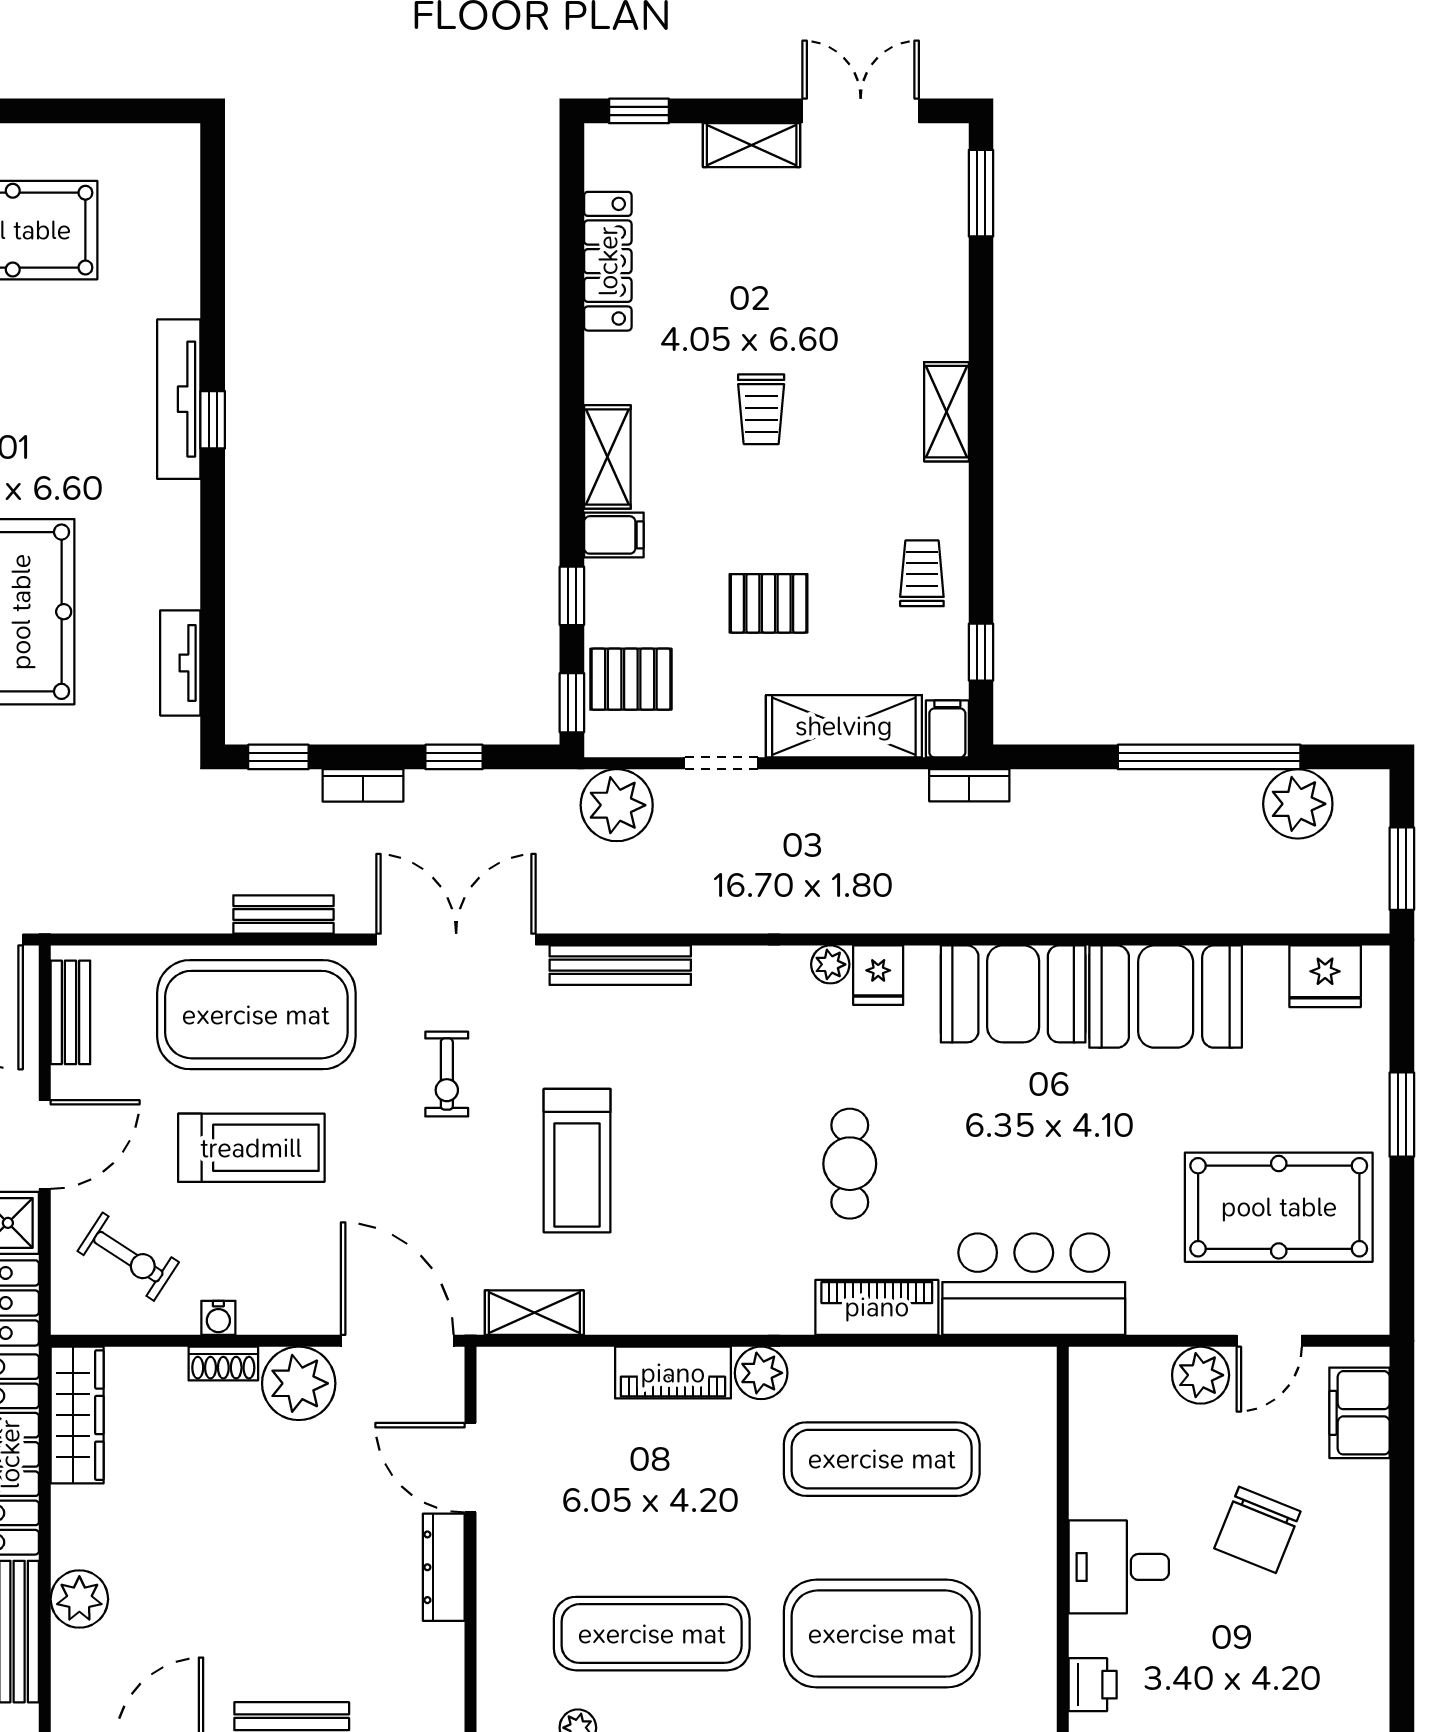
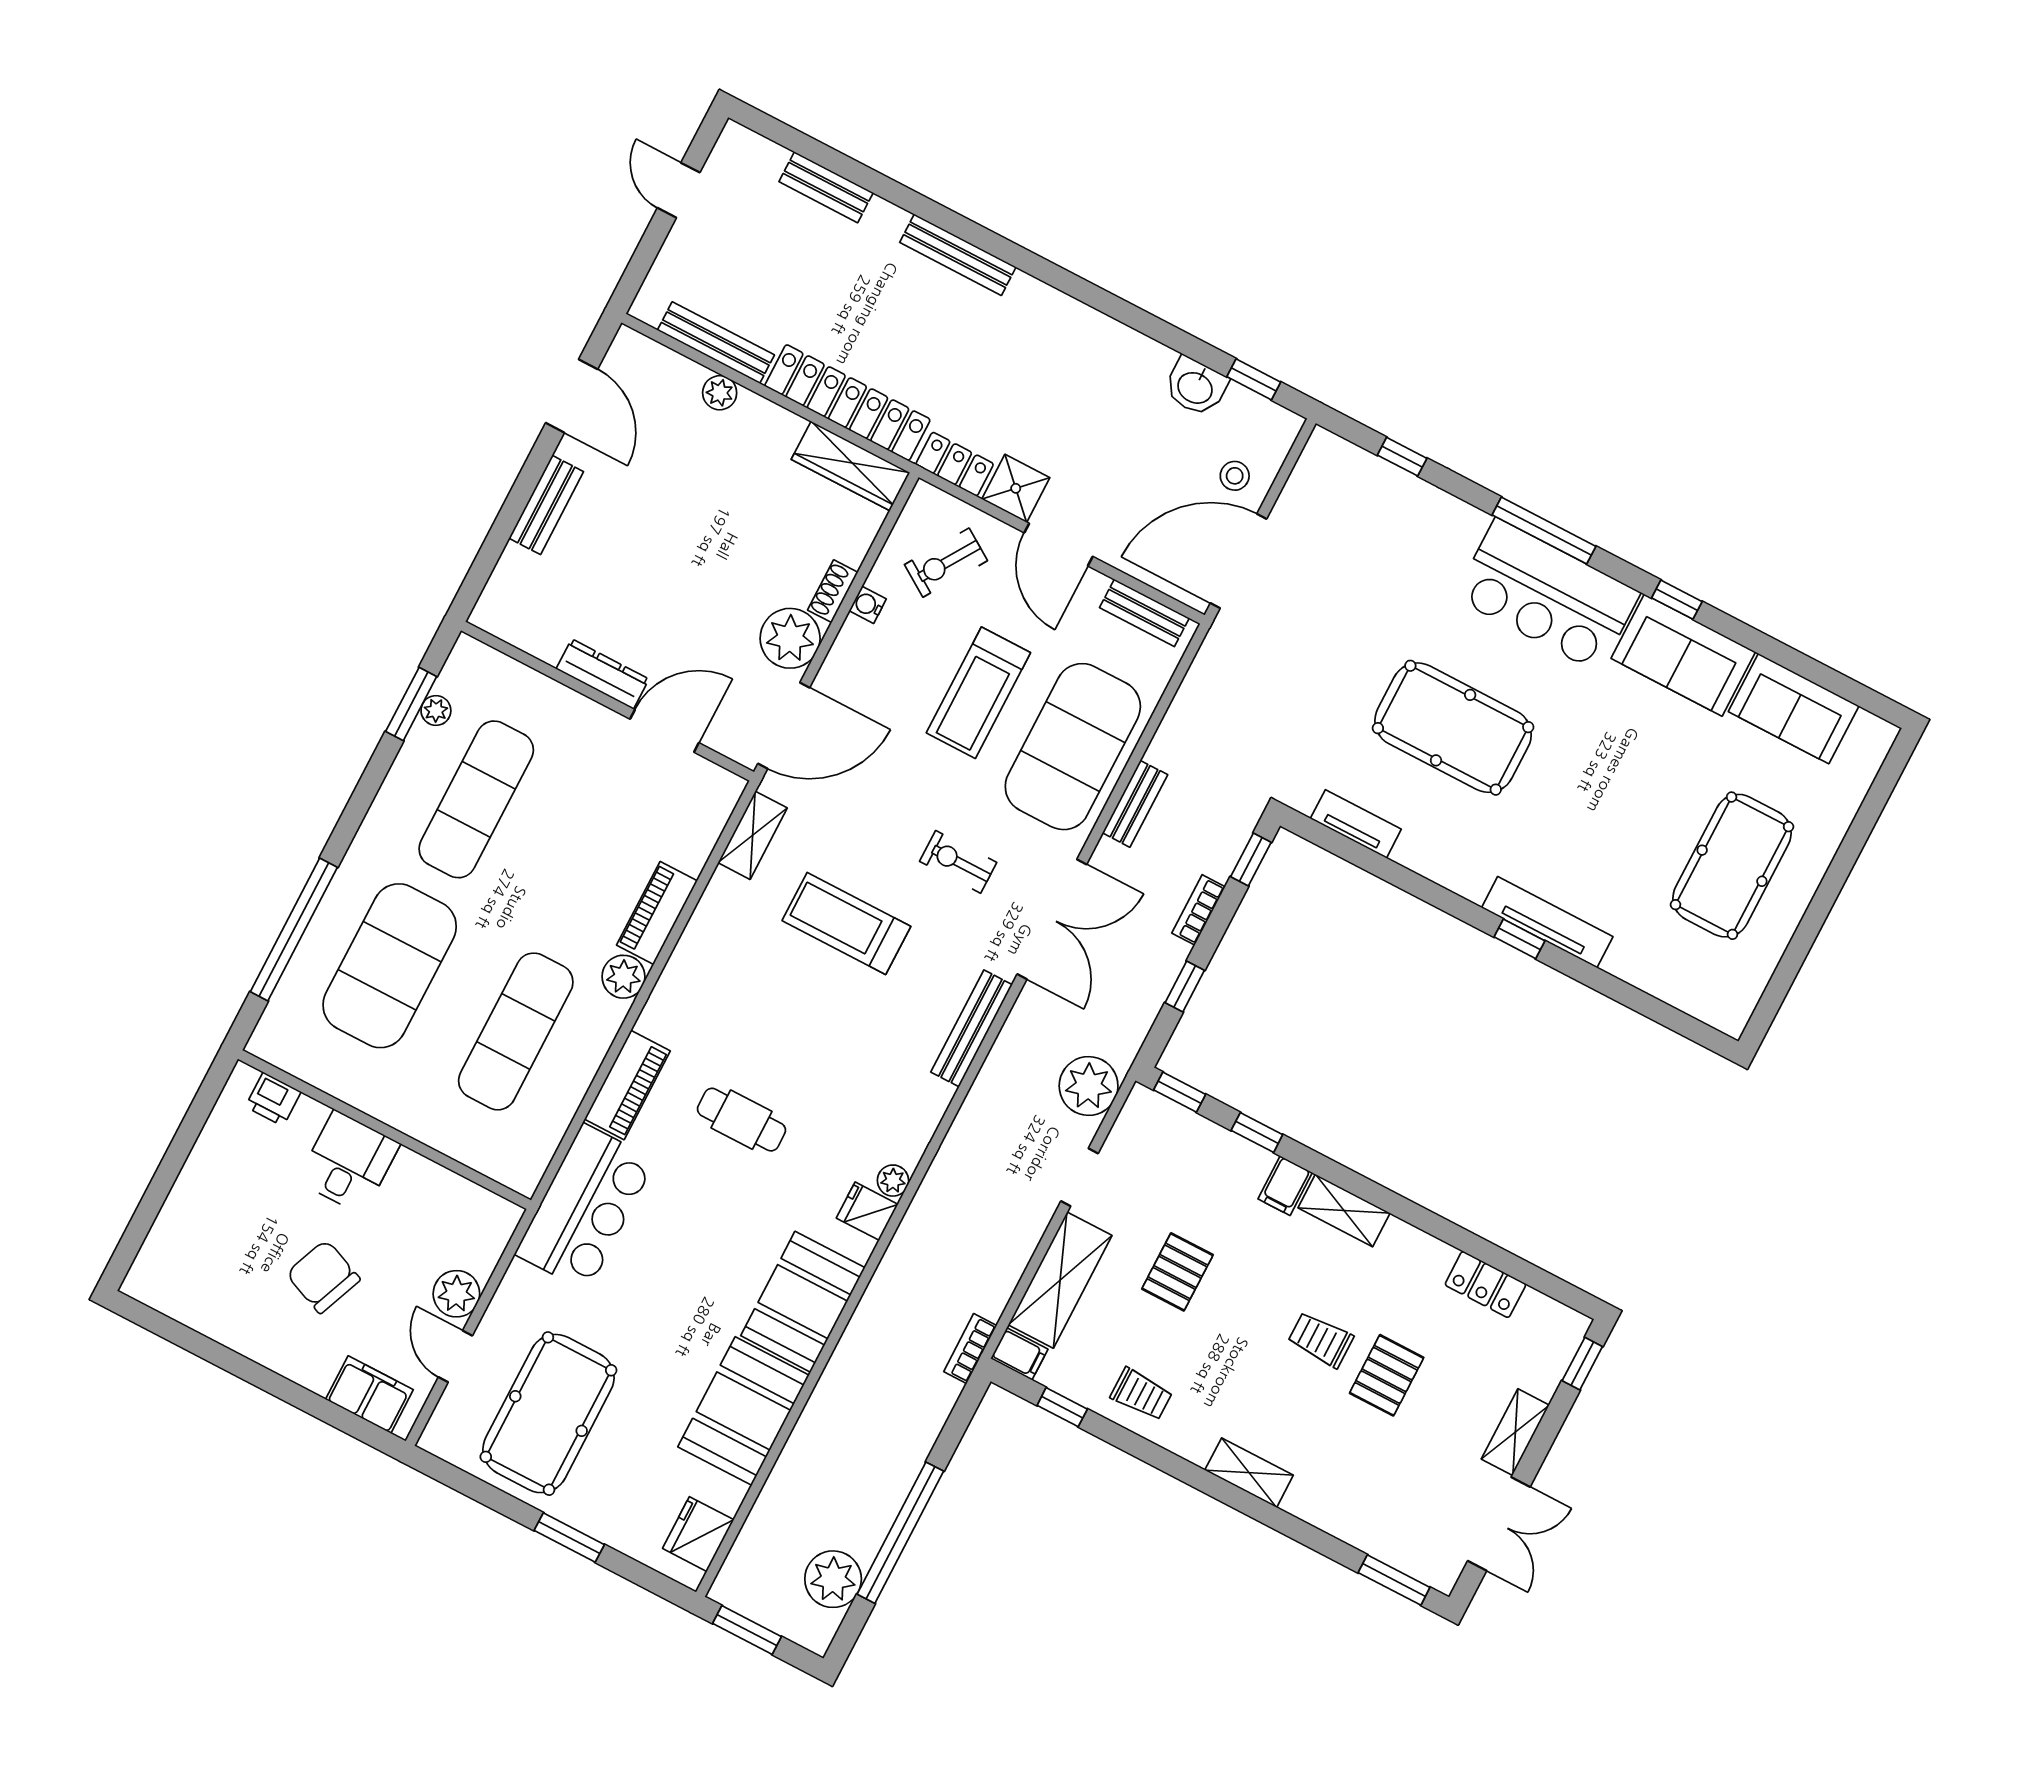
locker: (608, 261) -> (1485, 1284), width x0.66
pallet: (631, 679) -> (1387, 1375), moved
plant: (79, 1599) -> (720, 393), width x0.73, depth x0.73

